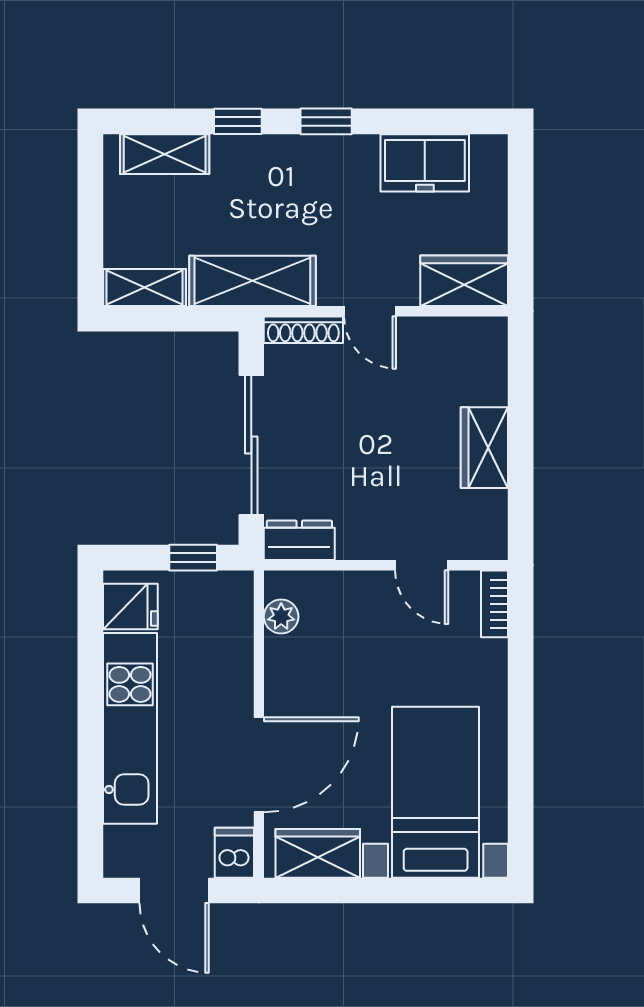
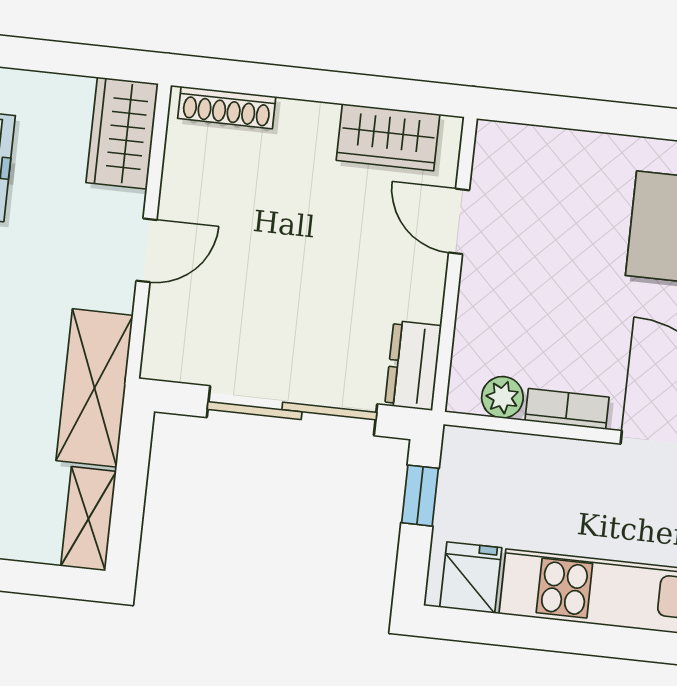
shoe rack: (303, 330) -> (227, 107), moved, turned 90
wardrobe: (484, 448) -> (388, 137), moved
door: (422, 565) -> (459, 221), swing flipped
bookcase: (494, 604) -> (567, 409), moved, turned 180

